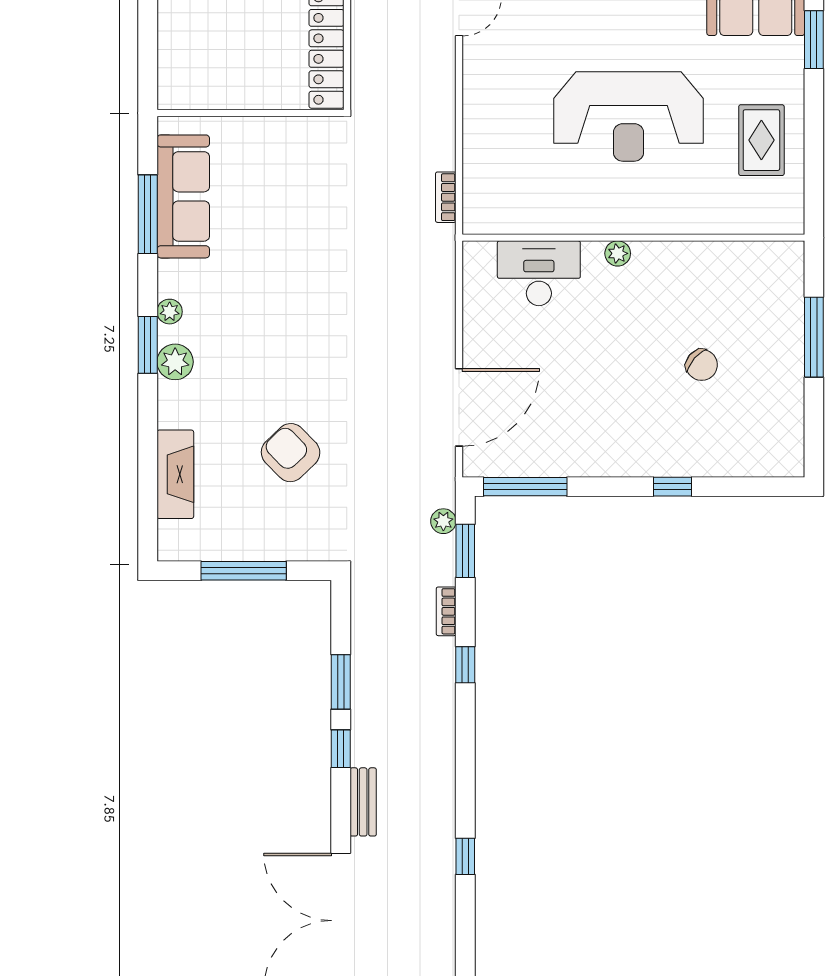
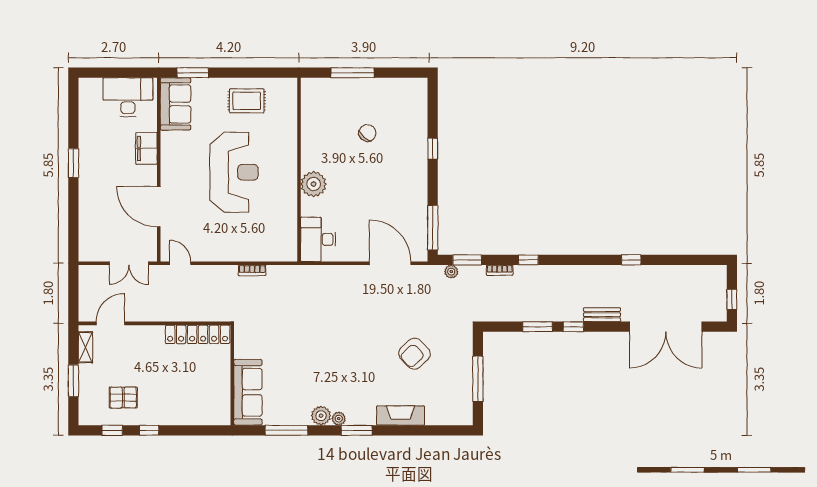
sofa: (183, 196) -> (248, 392), moved, turned 90
bookcase: (446, 197) -> (252, 270), moved
plant: (618, 253) -> (314, 184), width x1.88, depth x1.88
desk: (539, 273) -> (318, 239), moved
plant: (175, 362) -> (321, 416), moved
fireplace: (175, 474) -> (401, 416), moved

